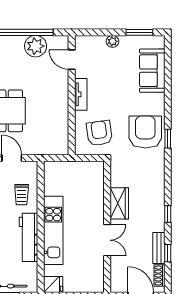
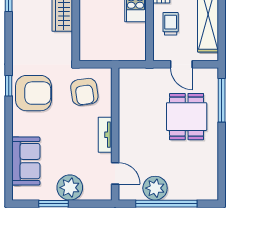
window: (139, 32) -> (53, 204), moved
plant: (112, 41) -> (70, 188), width x1.87, depth x1.87
armchair: (145, 132) -> (33, 93), turned -90

